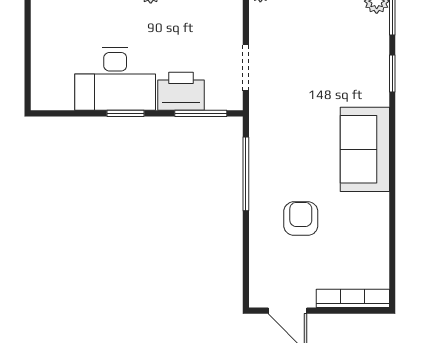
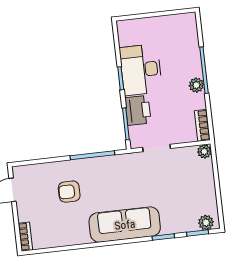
sofa: (365, 149) -> (125, 225), width x1.36
armchair: (301, 219) -> (69, 192), turned 180
bookcase: (353, 298) -> (25, 237), width x0.64

